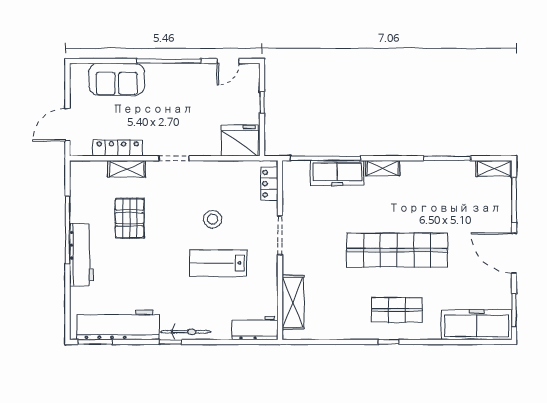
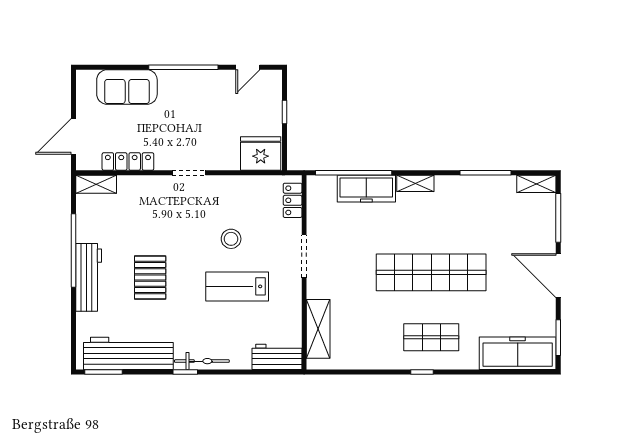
shelving: (127, 169) -> (96, 184), moved
pallet: (130, 218) -> (150, 277), moved

